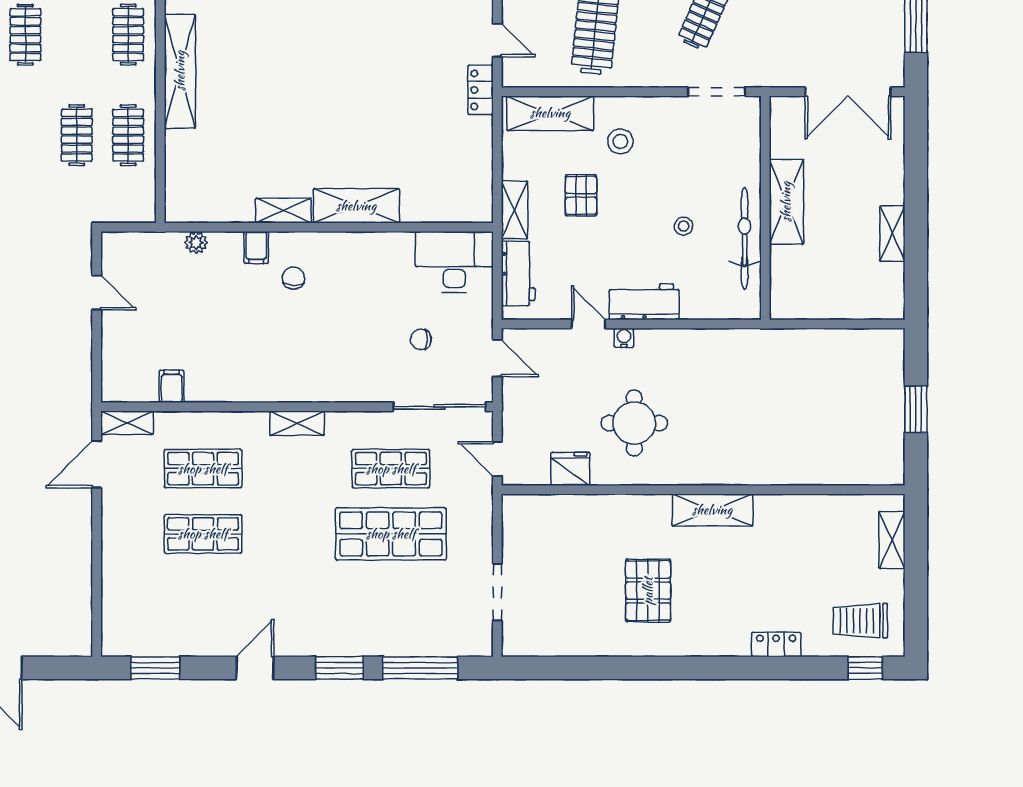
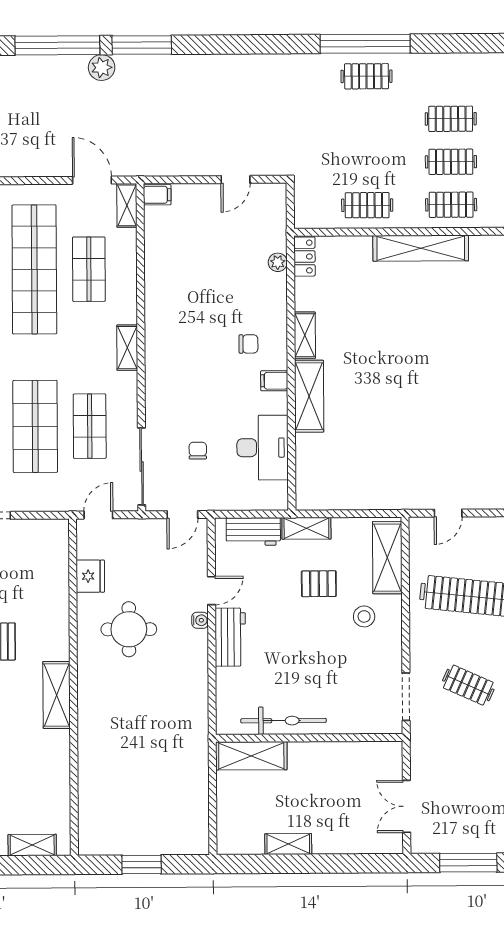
locker: (481, 90) -> (304, 257), moved, turned 90
double door: (848, 92) -> (407, 806), width x0.73
clothes rail: (77, 135) -> (451, 162), moved
shelving: (786, 202) -> (251, 756), moved
stool: (684, 226) -> (294, 670), removed
filing cabinet: (256, 247) -> (274, 381), moved
desk: (454, 262) -> (263, 448), moved
filing cabinet: (172, 386) -> (157, 195), moved
shop shelf: (203, 534) -> (34, 269), width x2.00, depth x1.36

